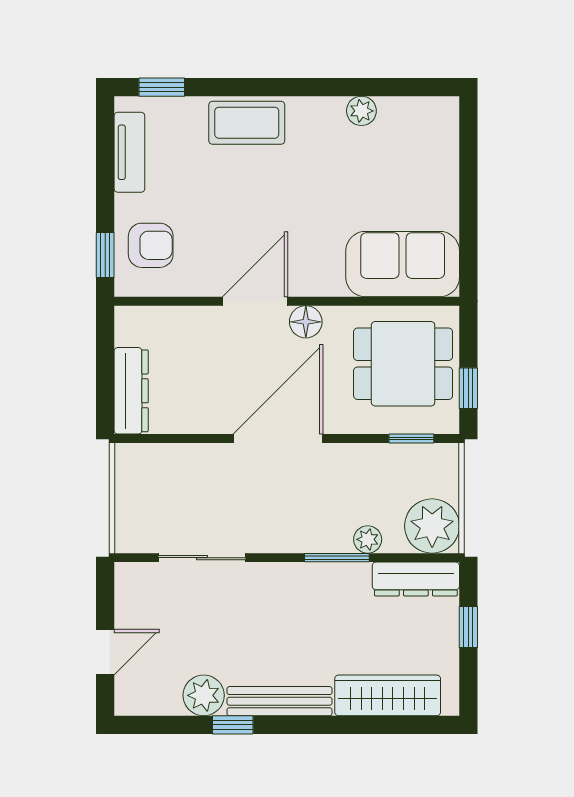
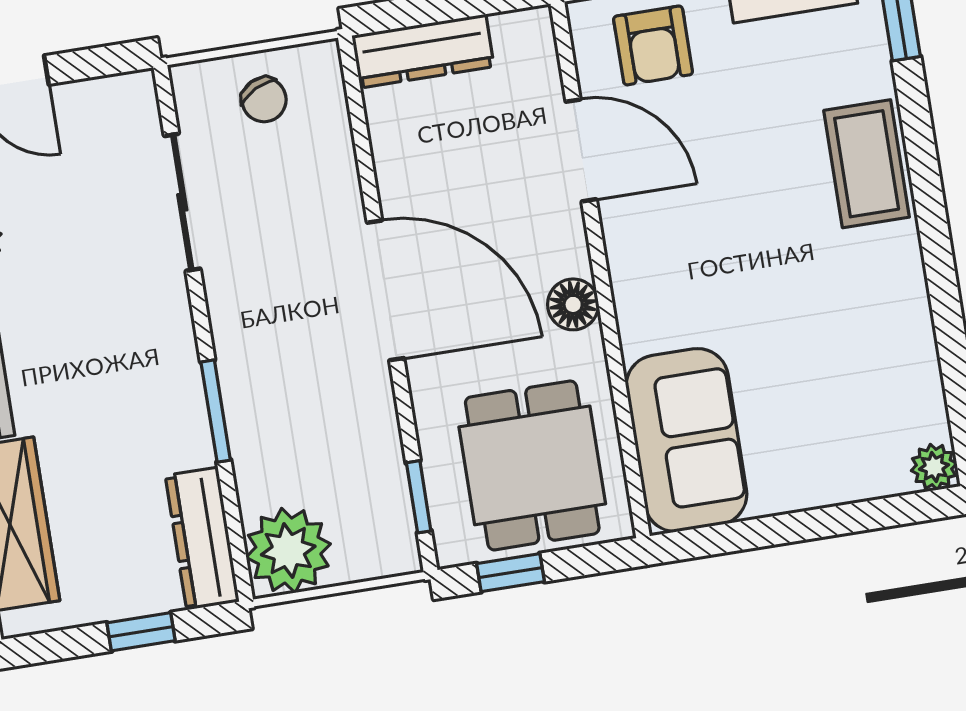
plant: (361, 111) -> (934, 467), moved
door: (255, 301) -> (581, 150), moved
chair: (146, 496) -> (264, 100), added
plant: (368, 539) -> (251, 454), removed

